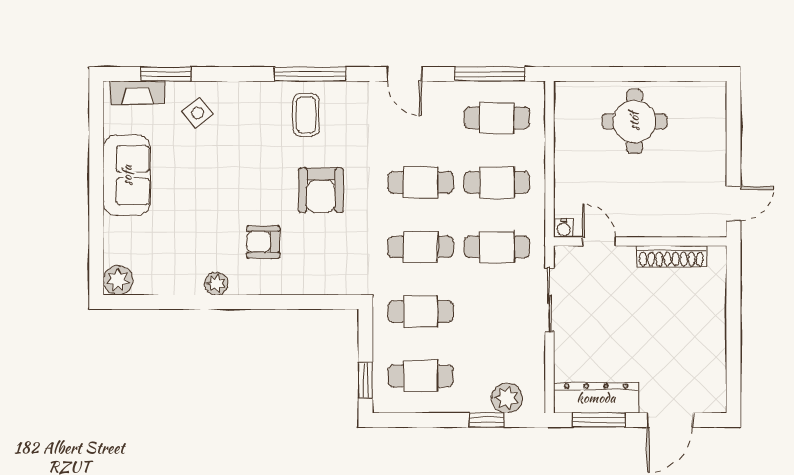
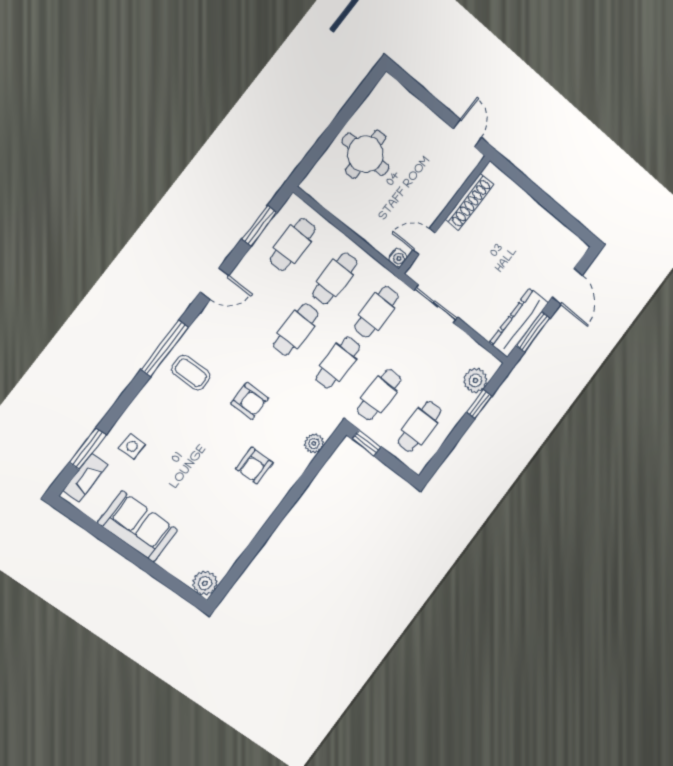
window: (490, 74) -> (259, 226), width x0.69
side table: (198, 113) -> (132, 446), turned 38
armchair: (321, 190) -> (249, 401), width x0.72, depth x0.72
plant: (216, 283) -> (314, 443), moved
window: (365, 380) -> (367, 443), moved

